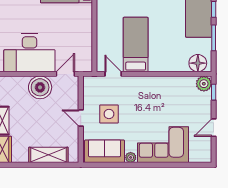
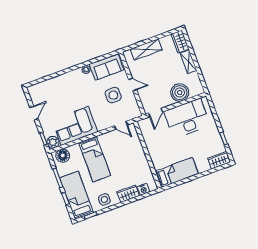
bed: (136, 45) -> (95, 159), moved
boiler: (40, 87) -> (180, 93), moved
corner sofa: (163, 145) -> (75, 126), moved, turned 180

